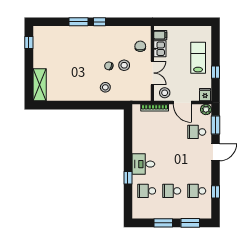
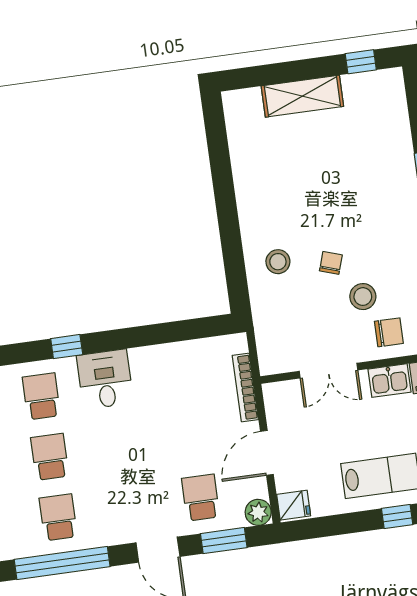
stool: (124, 65) -> (363, 297), moved
window: (215, 72) -> (397, 516), moved
shelving: (40, 85) -> (302, 96), moved
stool: (165, 93) -> (285, 407), removed
window: (215, 192) -> (62, 563), width x3.17

